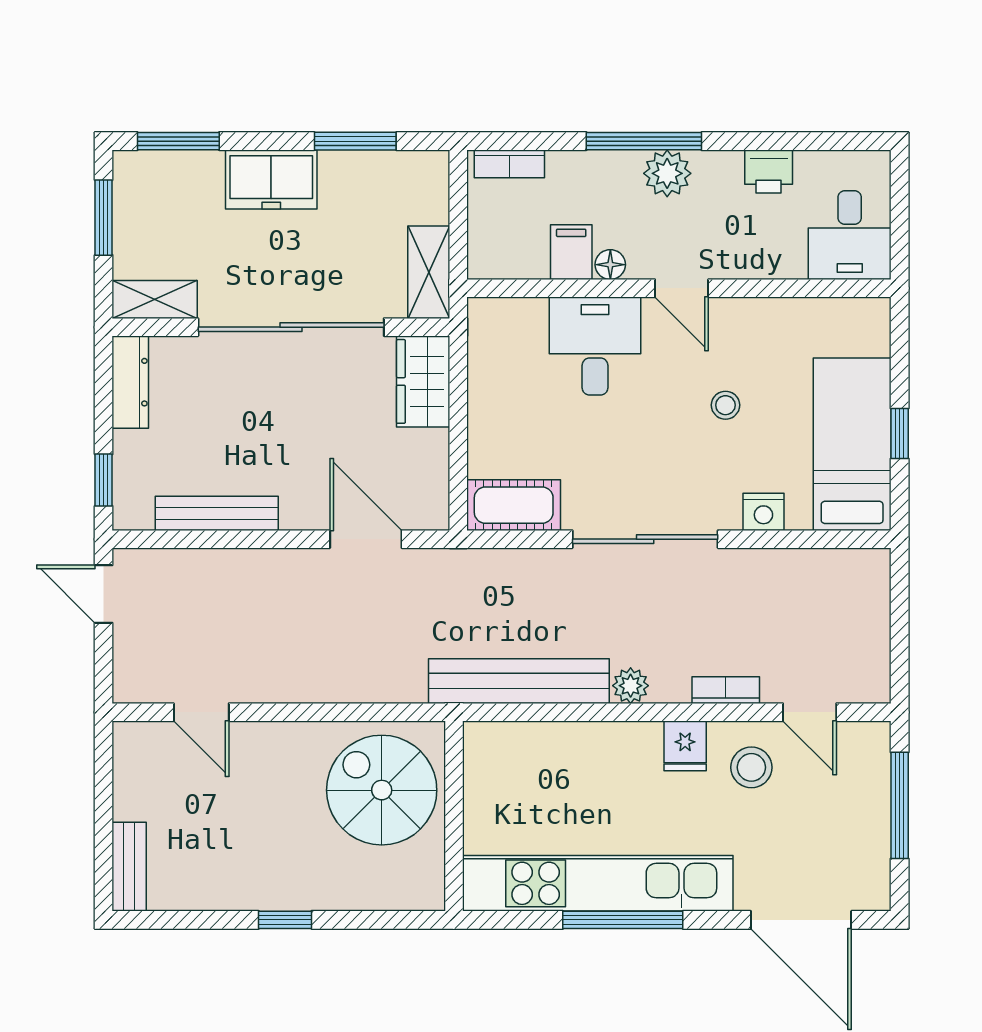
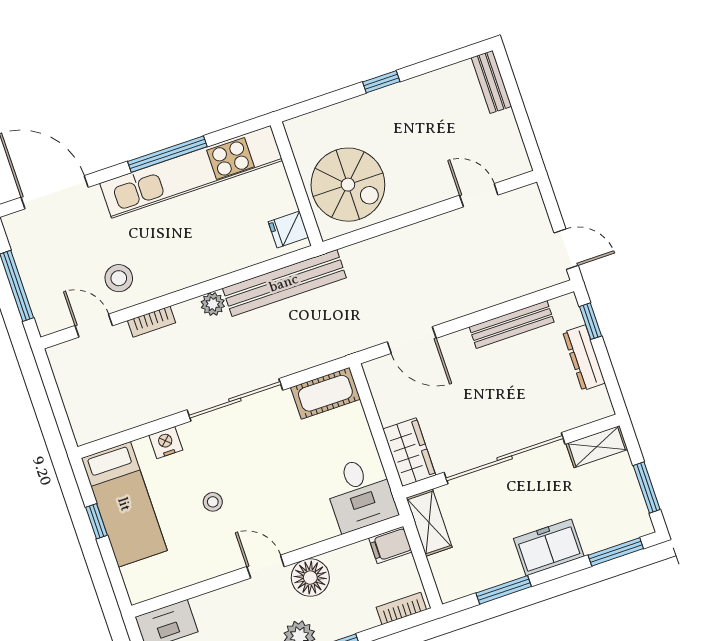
filing cabinet: (571, 252) -> (390, 545), moved, turned 90
floor lamp: (610, 265) -> (310, 578), width x1.89, depth x1.89
desk: (595, 346) -> (360, 494), moved
dresser: (130, 382) -> (584, 358), moved
fridge: (685, 746) -> (288, 230), moved, turned -90

